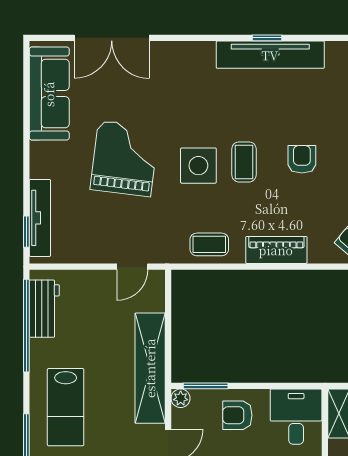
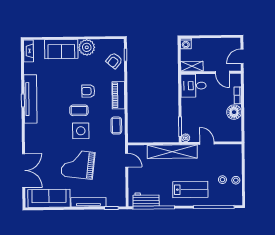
armchair: (302, 159) -> (88, 91), moved
tv unit: (40, 218) -> (88, 202), moved
armchair: (237, 415) -> (193, 112), removed

